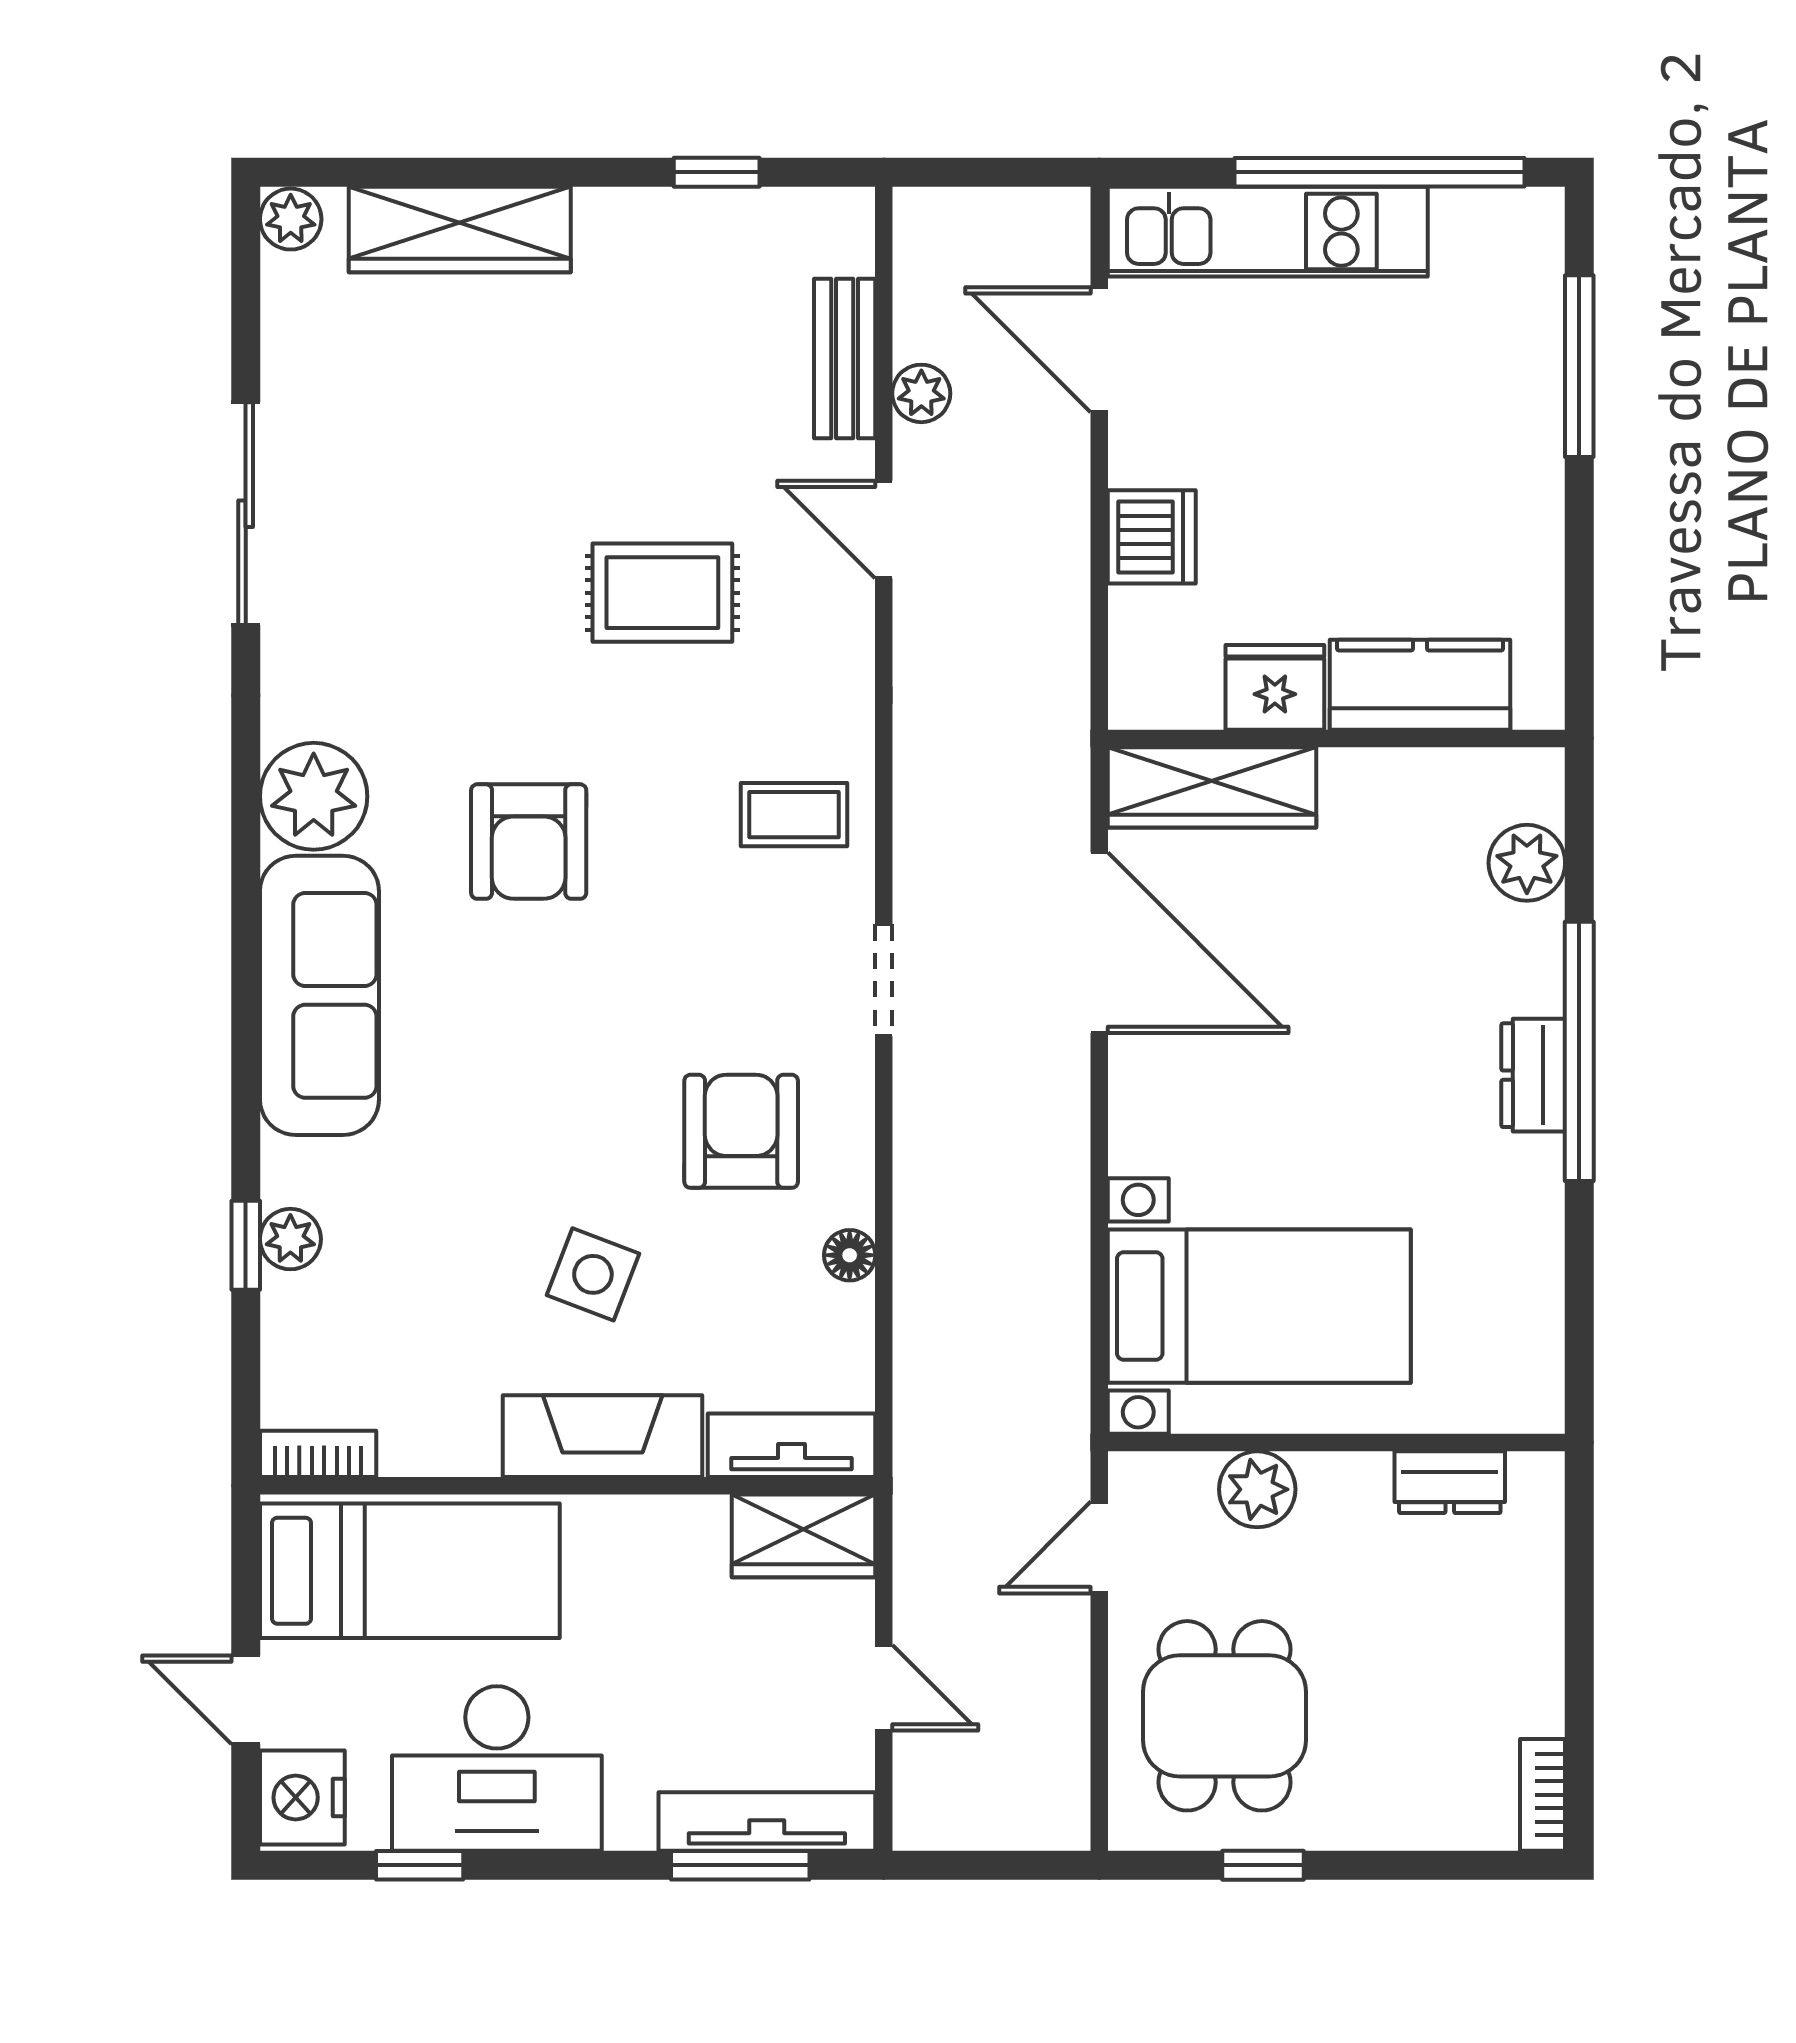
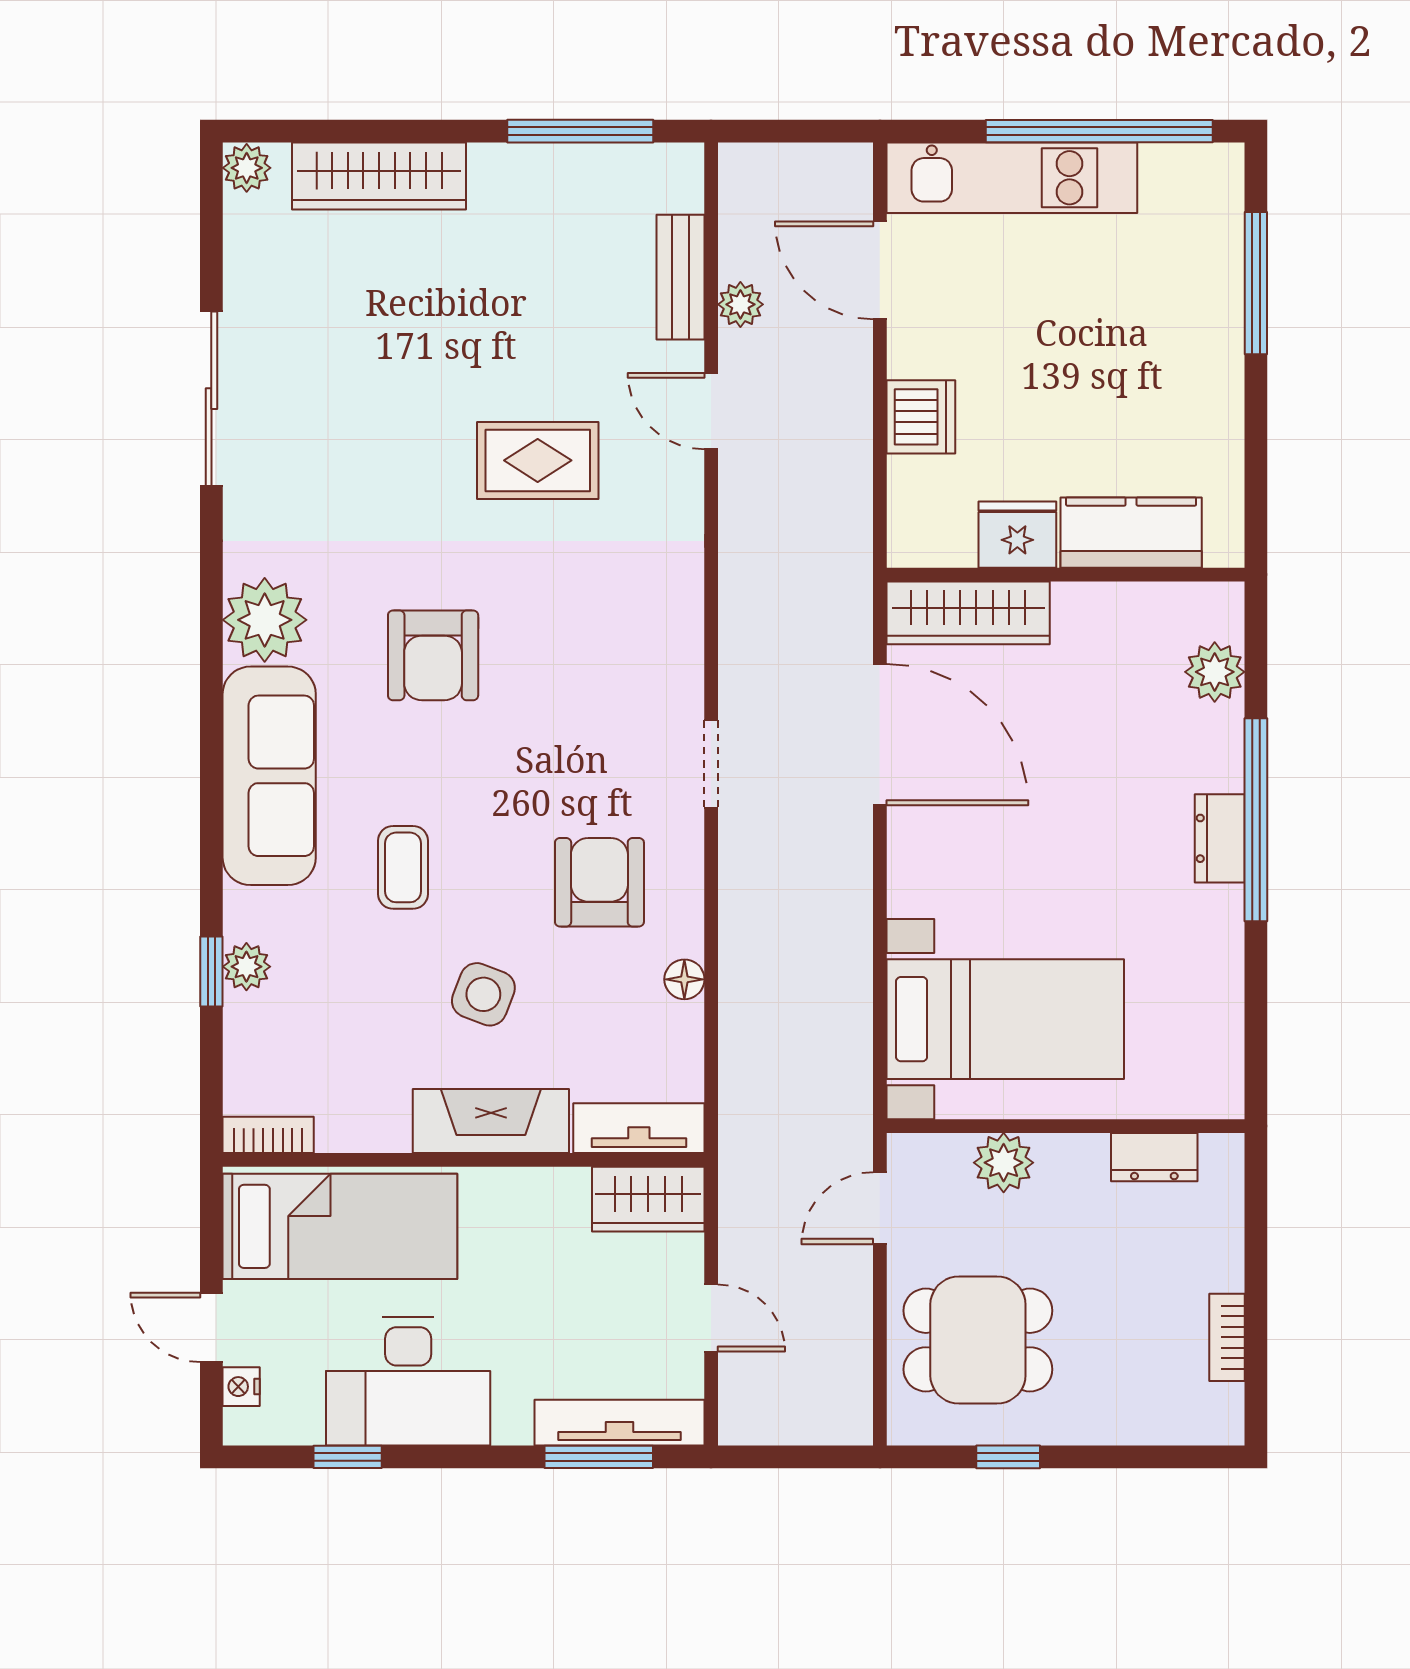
window: (717, 172) -> (580, 131), width x2.17
coffee table: (794, 815) -> (403, 867), moved, turned 90
dining table: (1225, 1716) -> (978, 1340), turned 90
bookcase: (1543, 1795) -> (1227, 1337), moved
nightstand: (302, 1798) -> (241, 1387), width x0.53, depth x0.56

